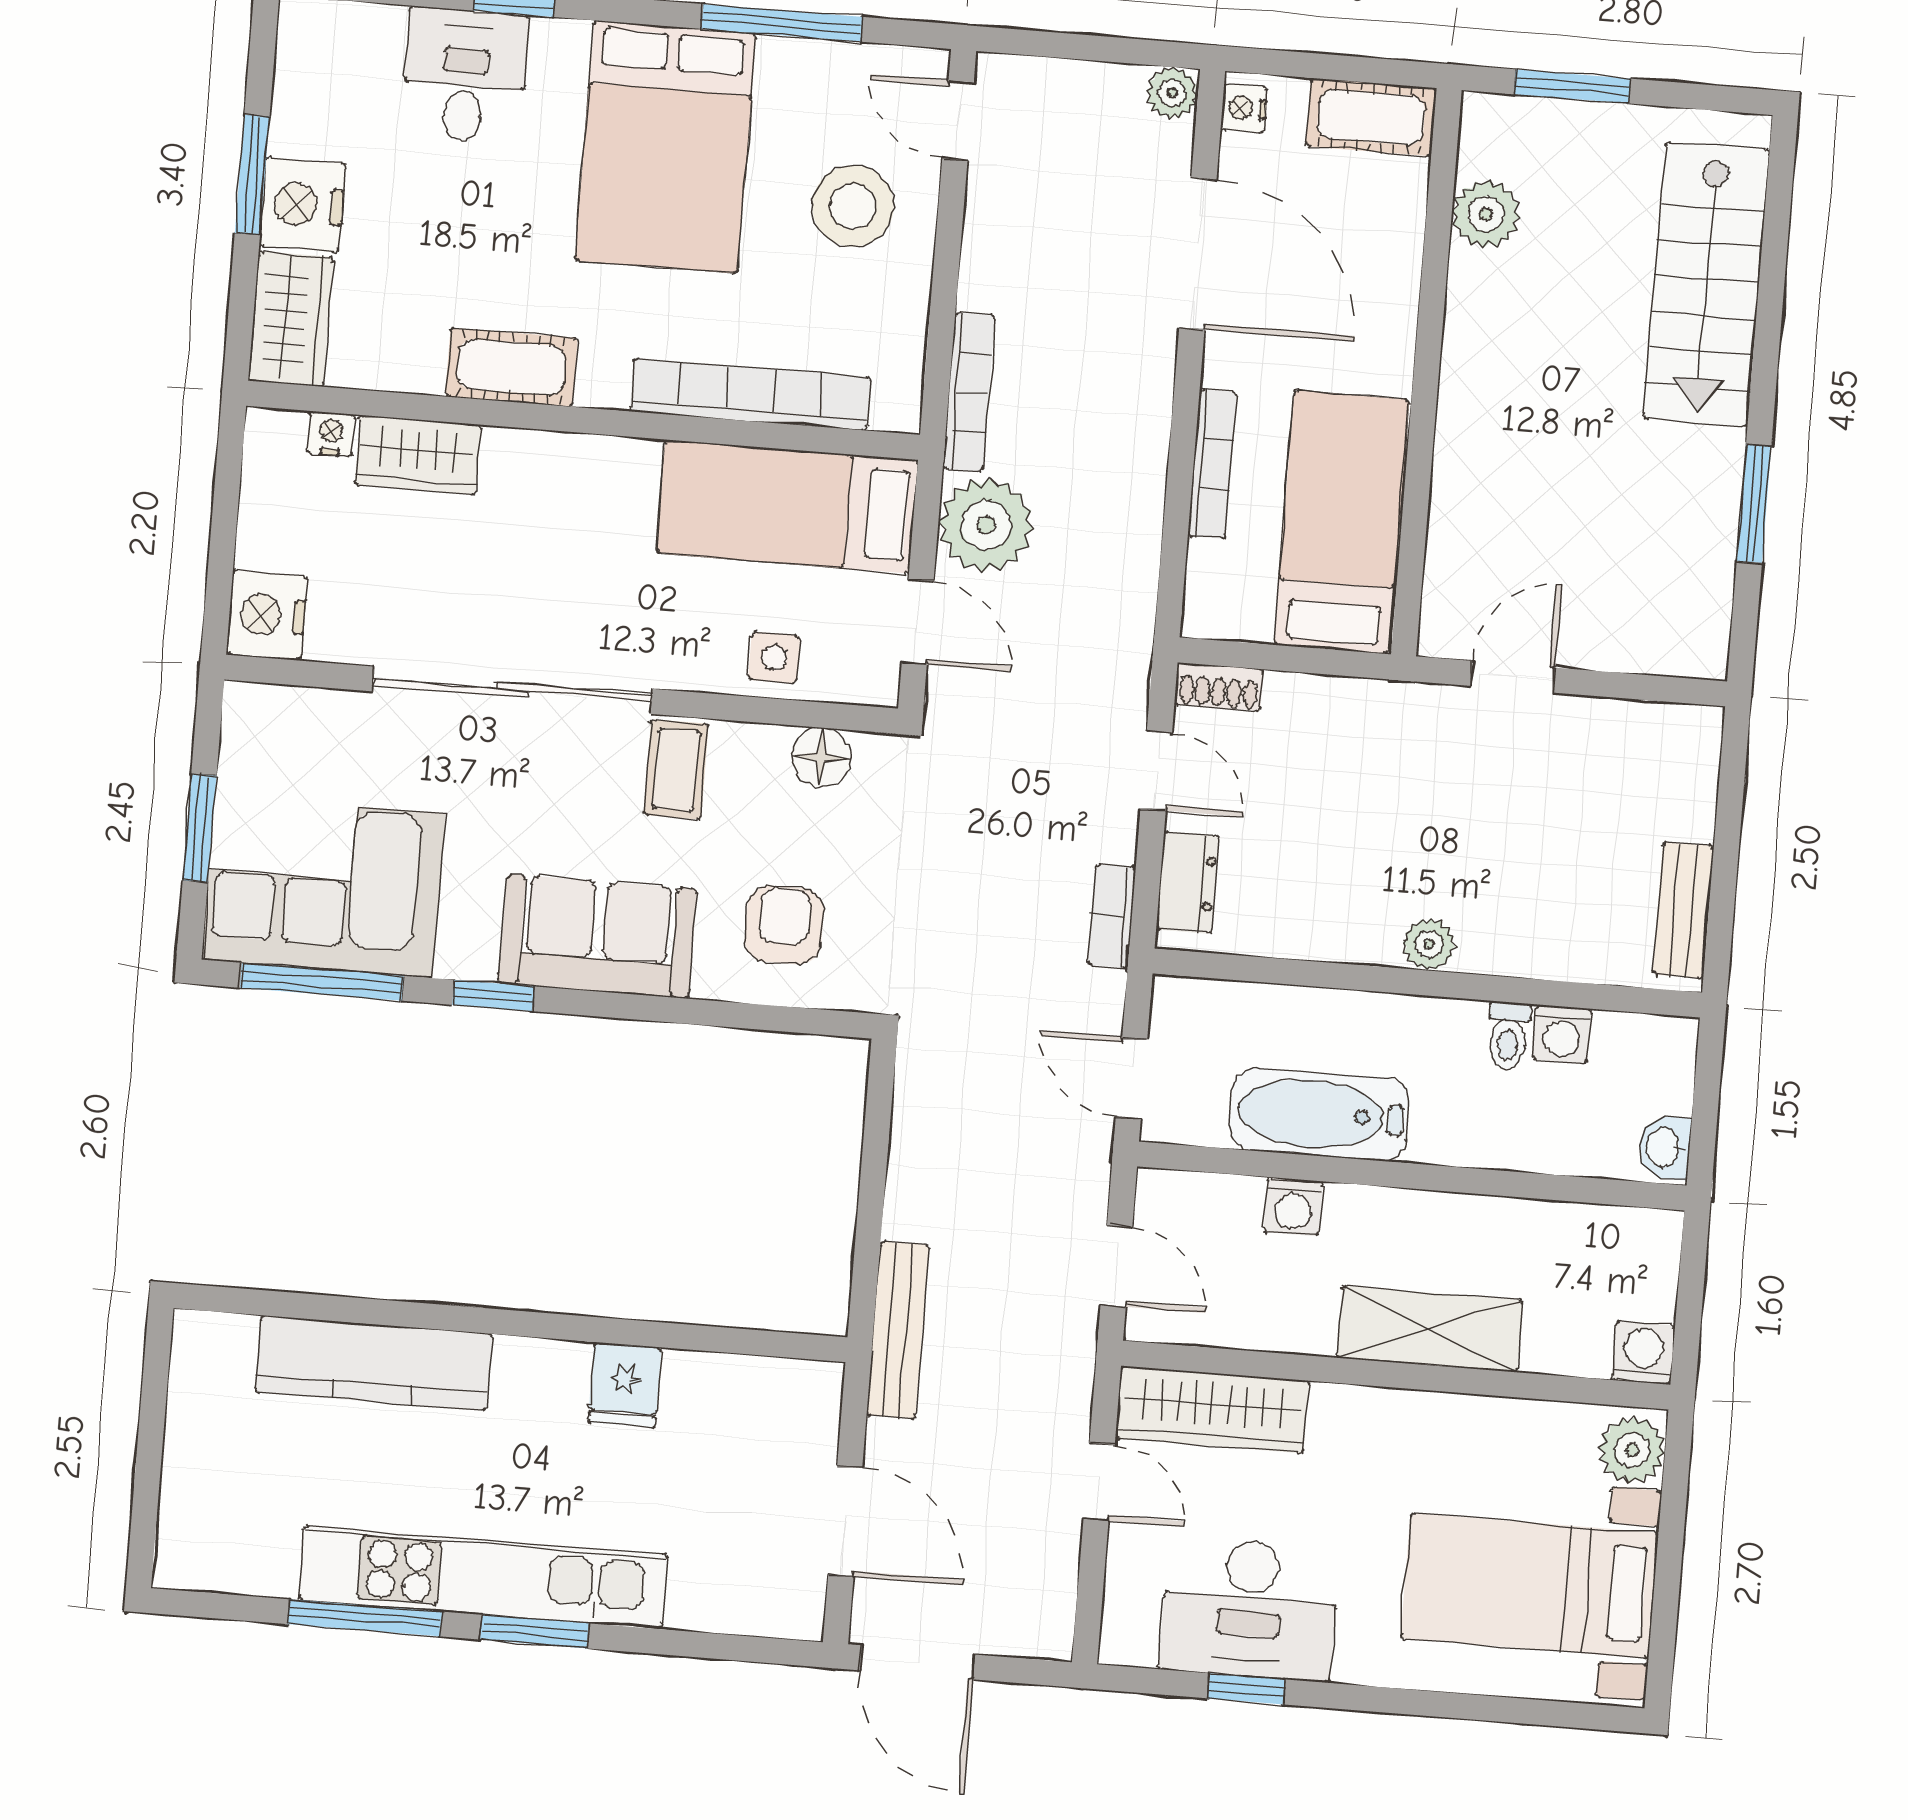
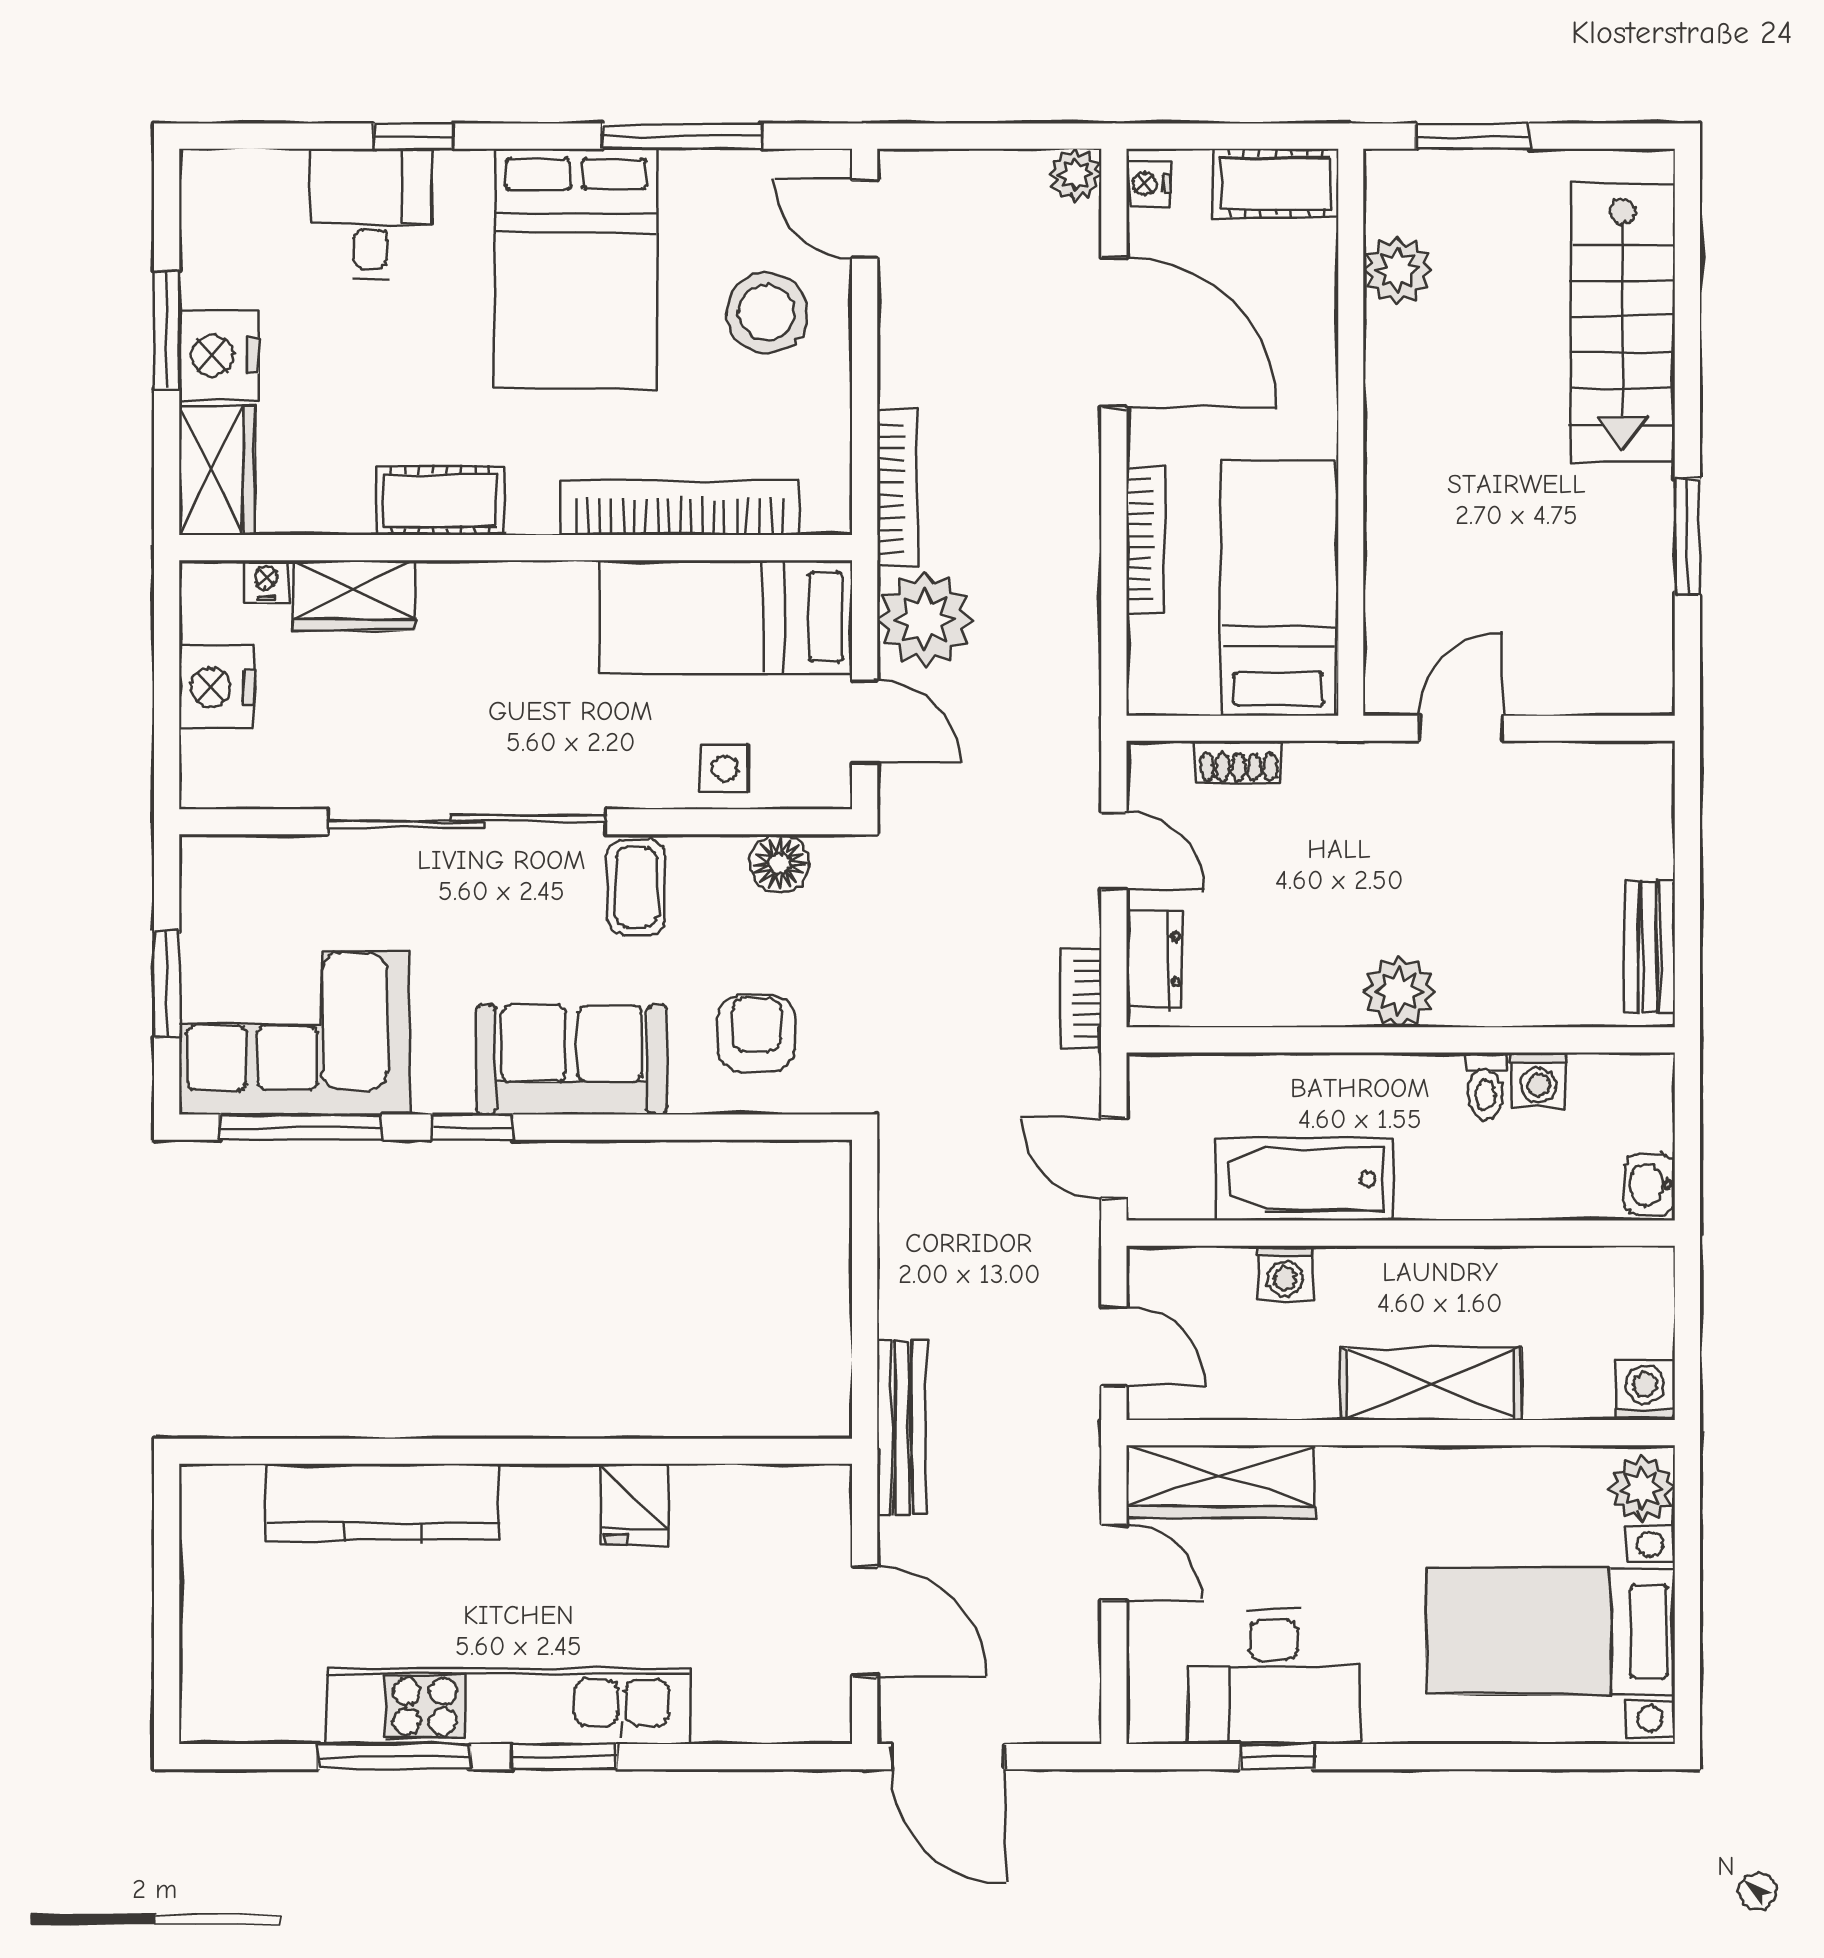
nightstand: (267, 615) -> (217, 687), moved
shoe rack: (1219, 687) -> (1238, 762), moved
plant: (1429, 944) -> (1399, 991), width x1.38, depth x1.38

